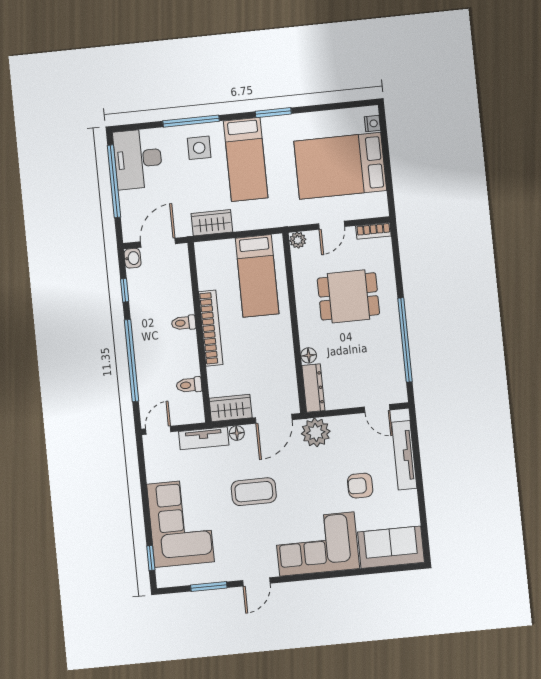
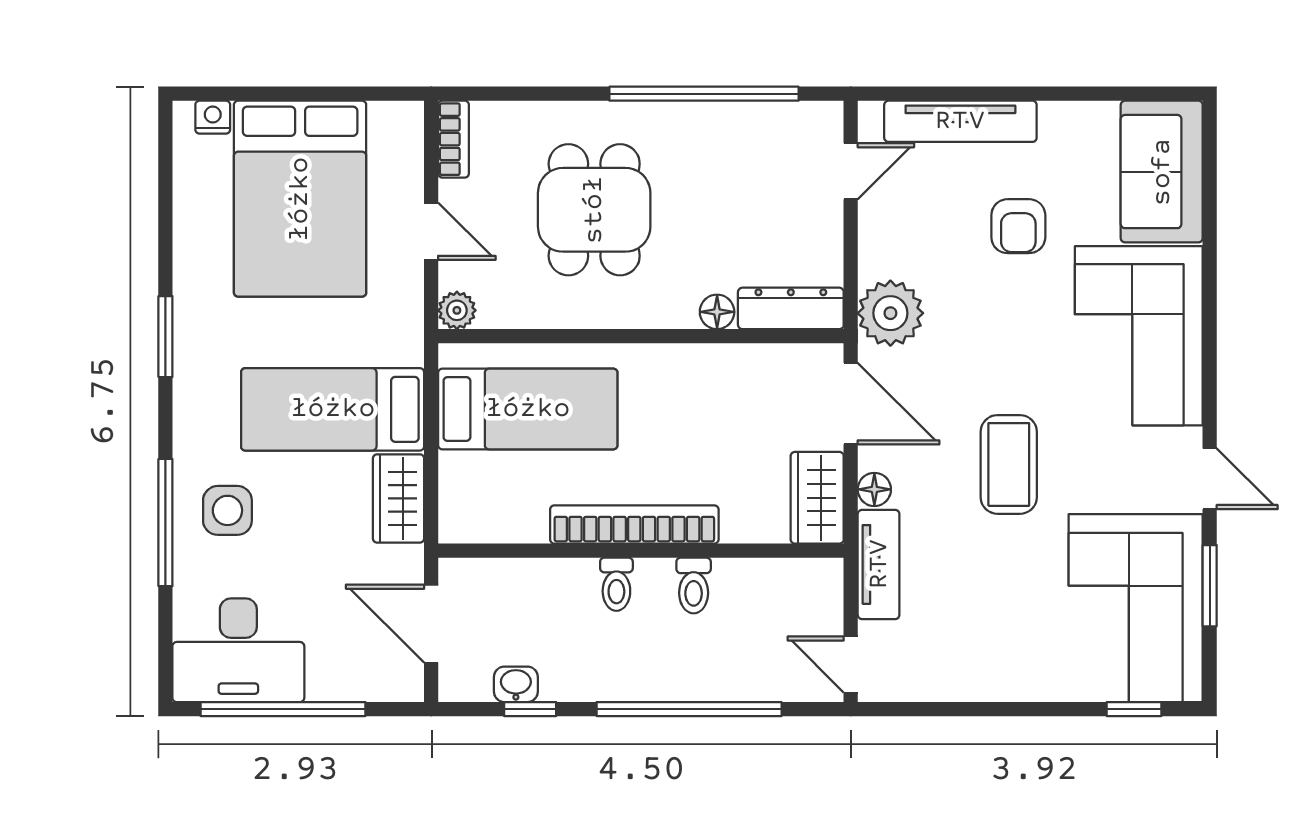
bed: (246, 159) -> (333, 409), moved, turned 180
washbasin: (133, 258) -> (516, 684), moved
toilet: (189, 385) -> (694, 586), moved
corner sofa: (180, 523) -> (1136, 608), moved, turned -90

